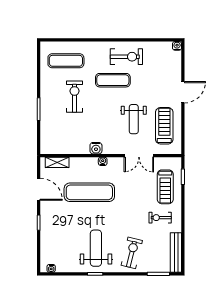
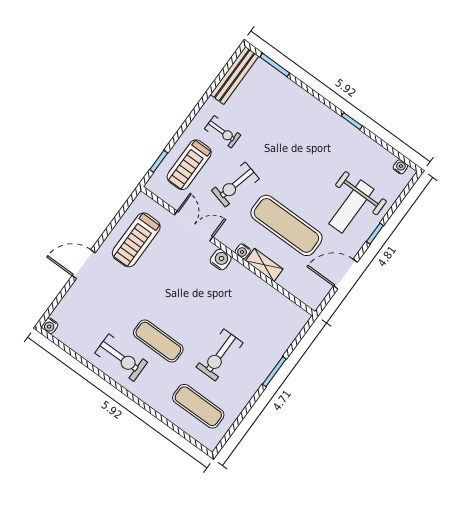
exercise bike: (126, 57) -> (121, 358), turned 180
weight bench: (134, 119) -> (167, 275), removed
water cooler: (96, 148) -> (221, 260), moved
shelving: (57, 162) -> (264, 265), moved
treadmill: (165, 187) -> (189, 165), turned 180
door: (39, 189) -> (345, 274), hinge flipped
weight bench: (96, 248) -> (351, 206), moved
exercise bike: (132, 253) -> (235, 185), moved

